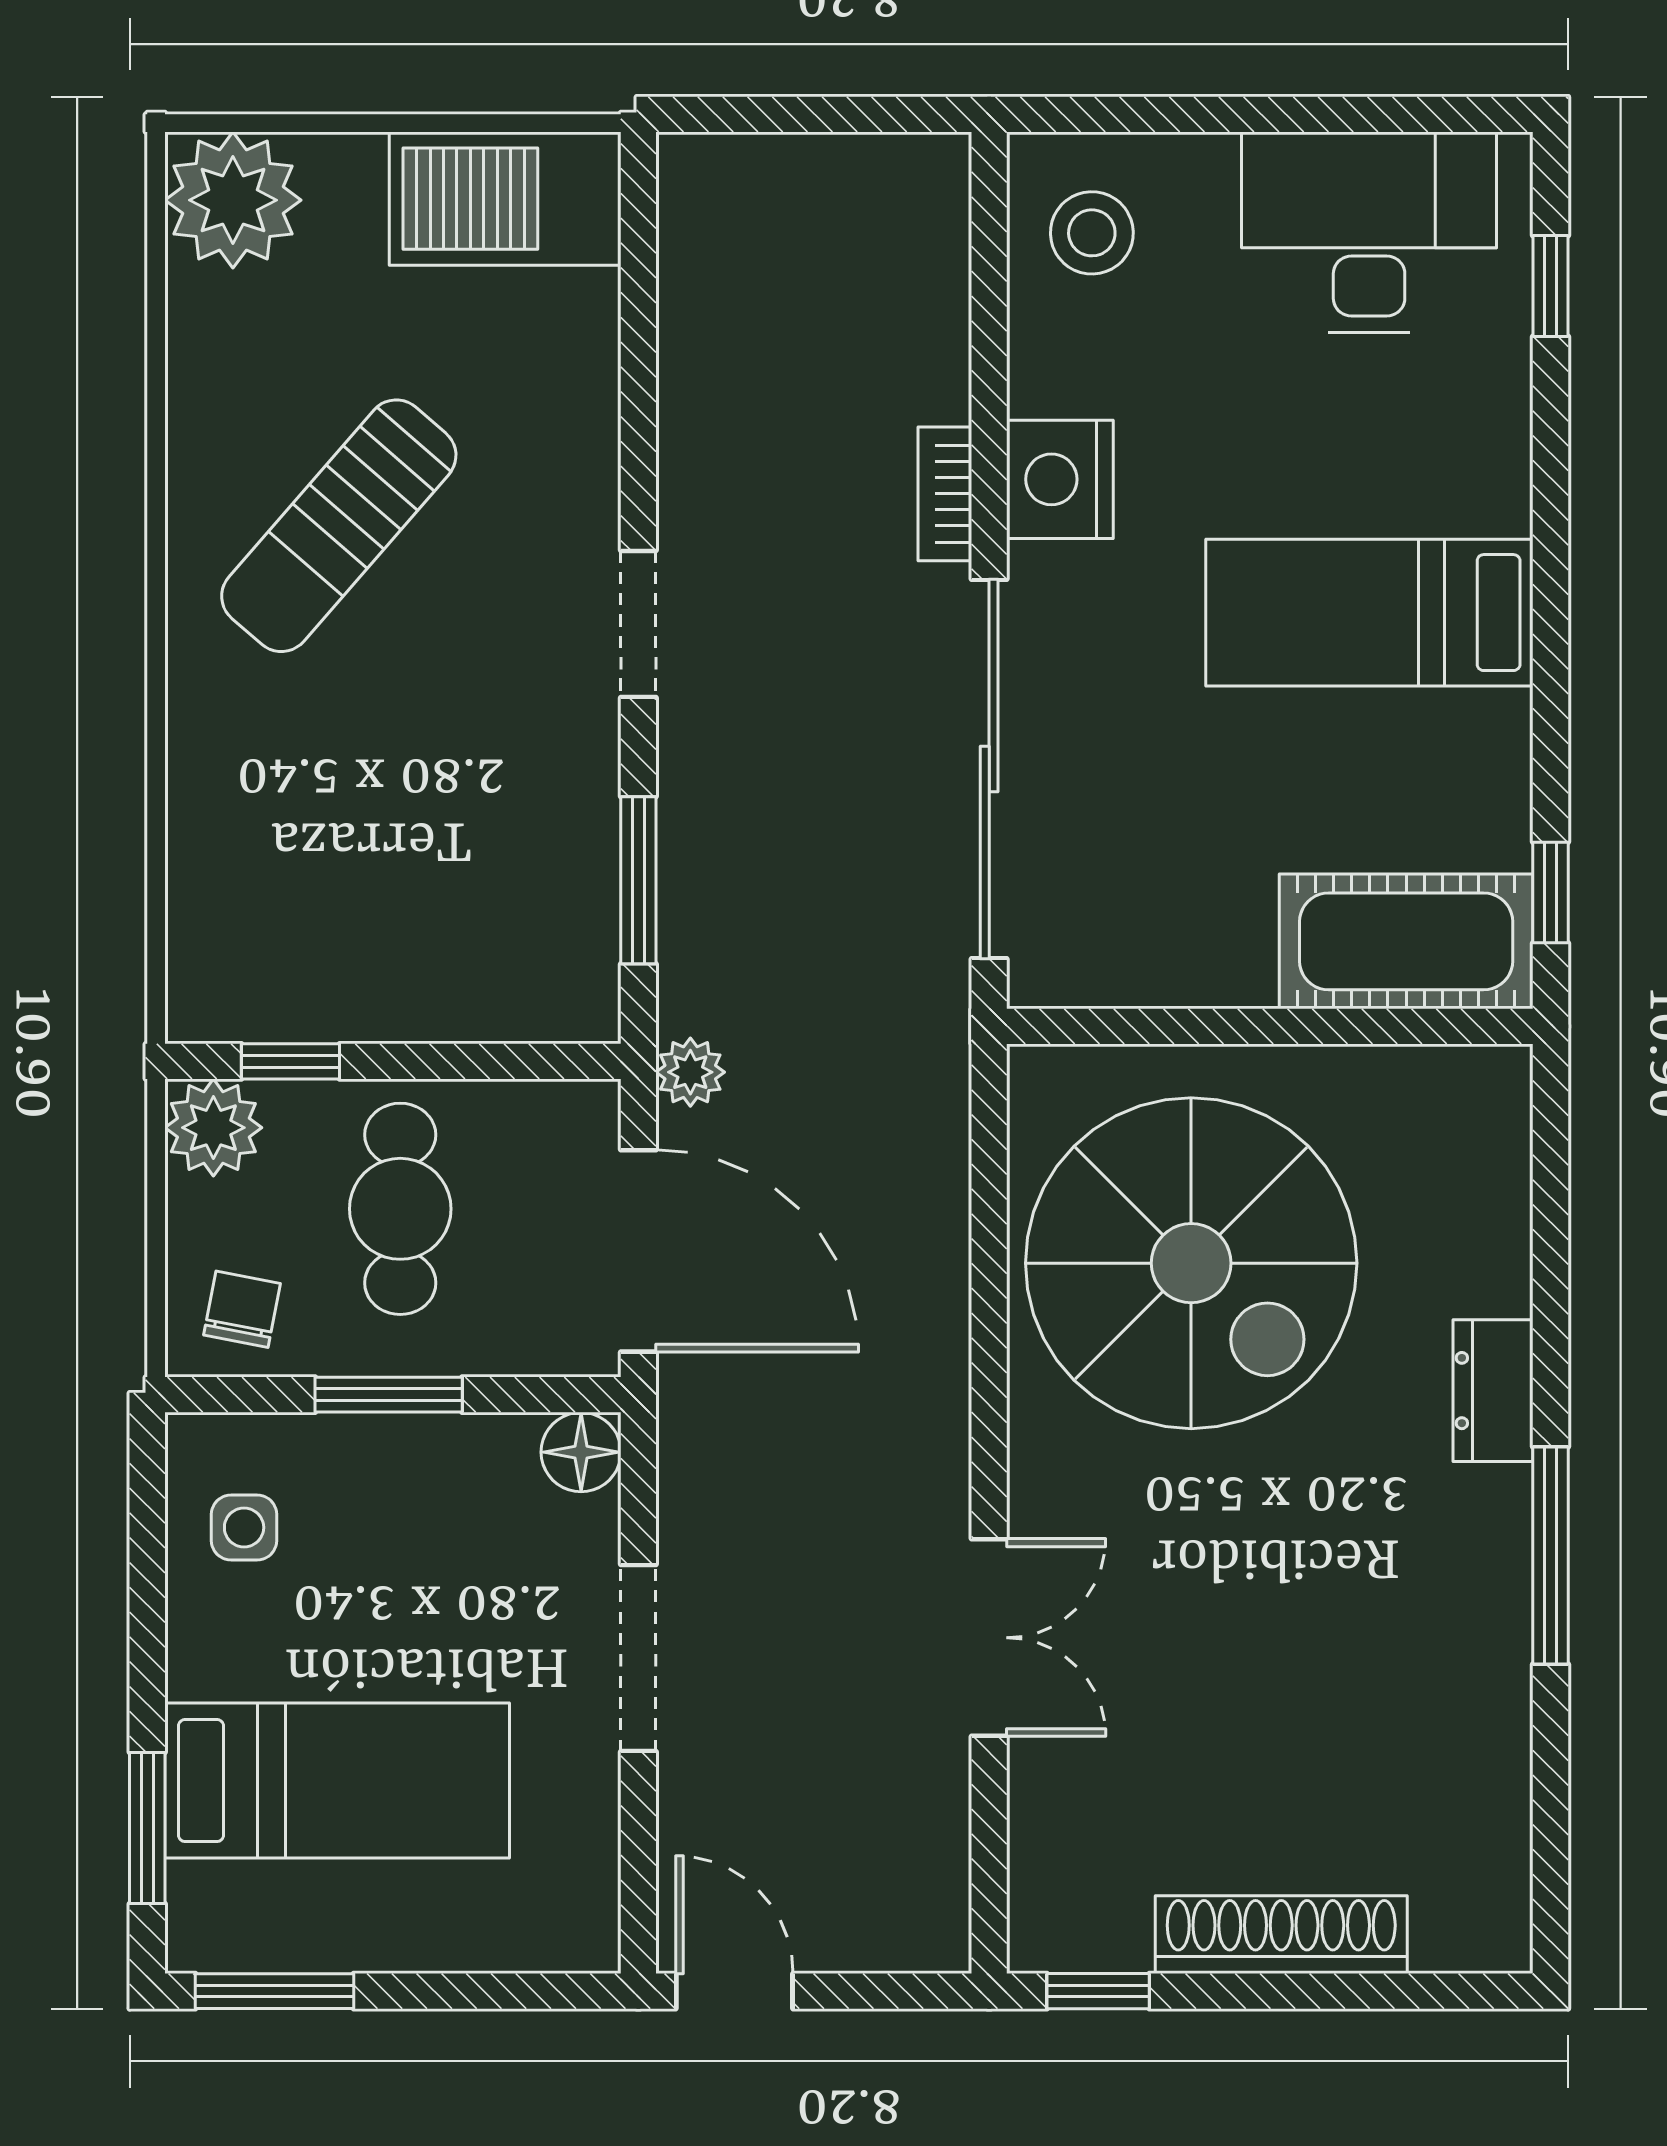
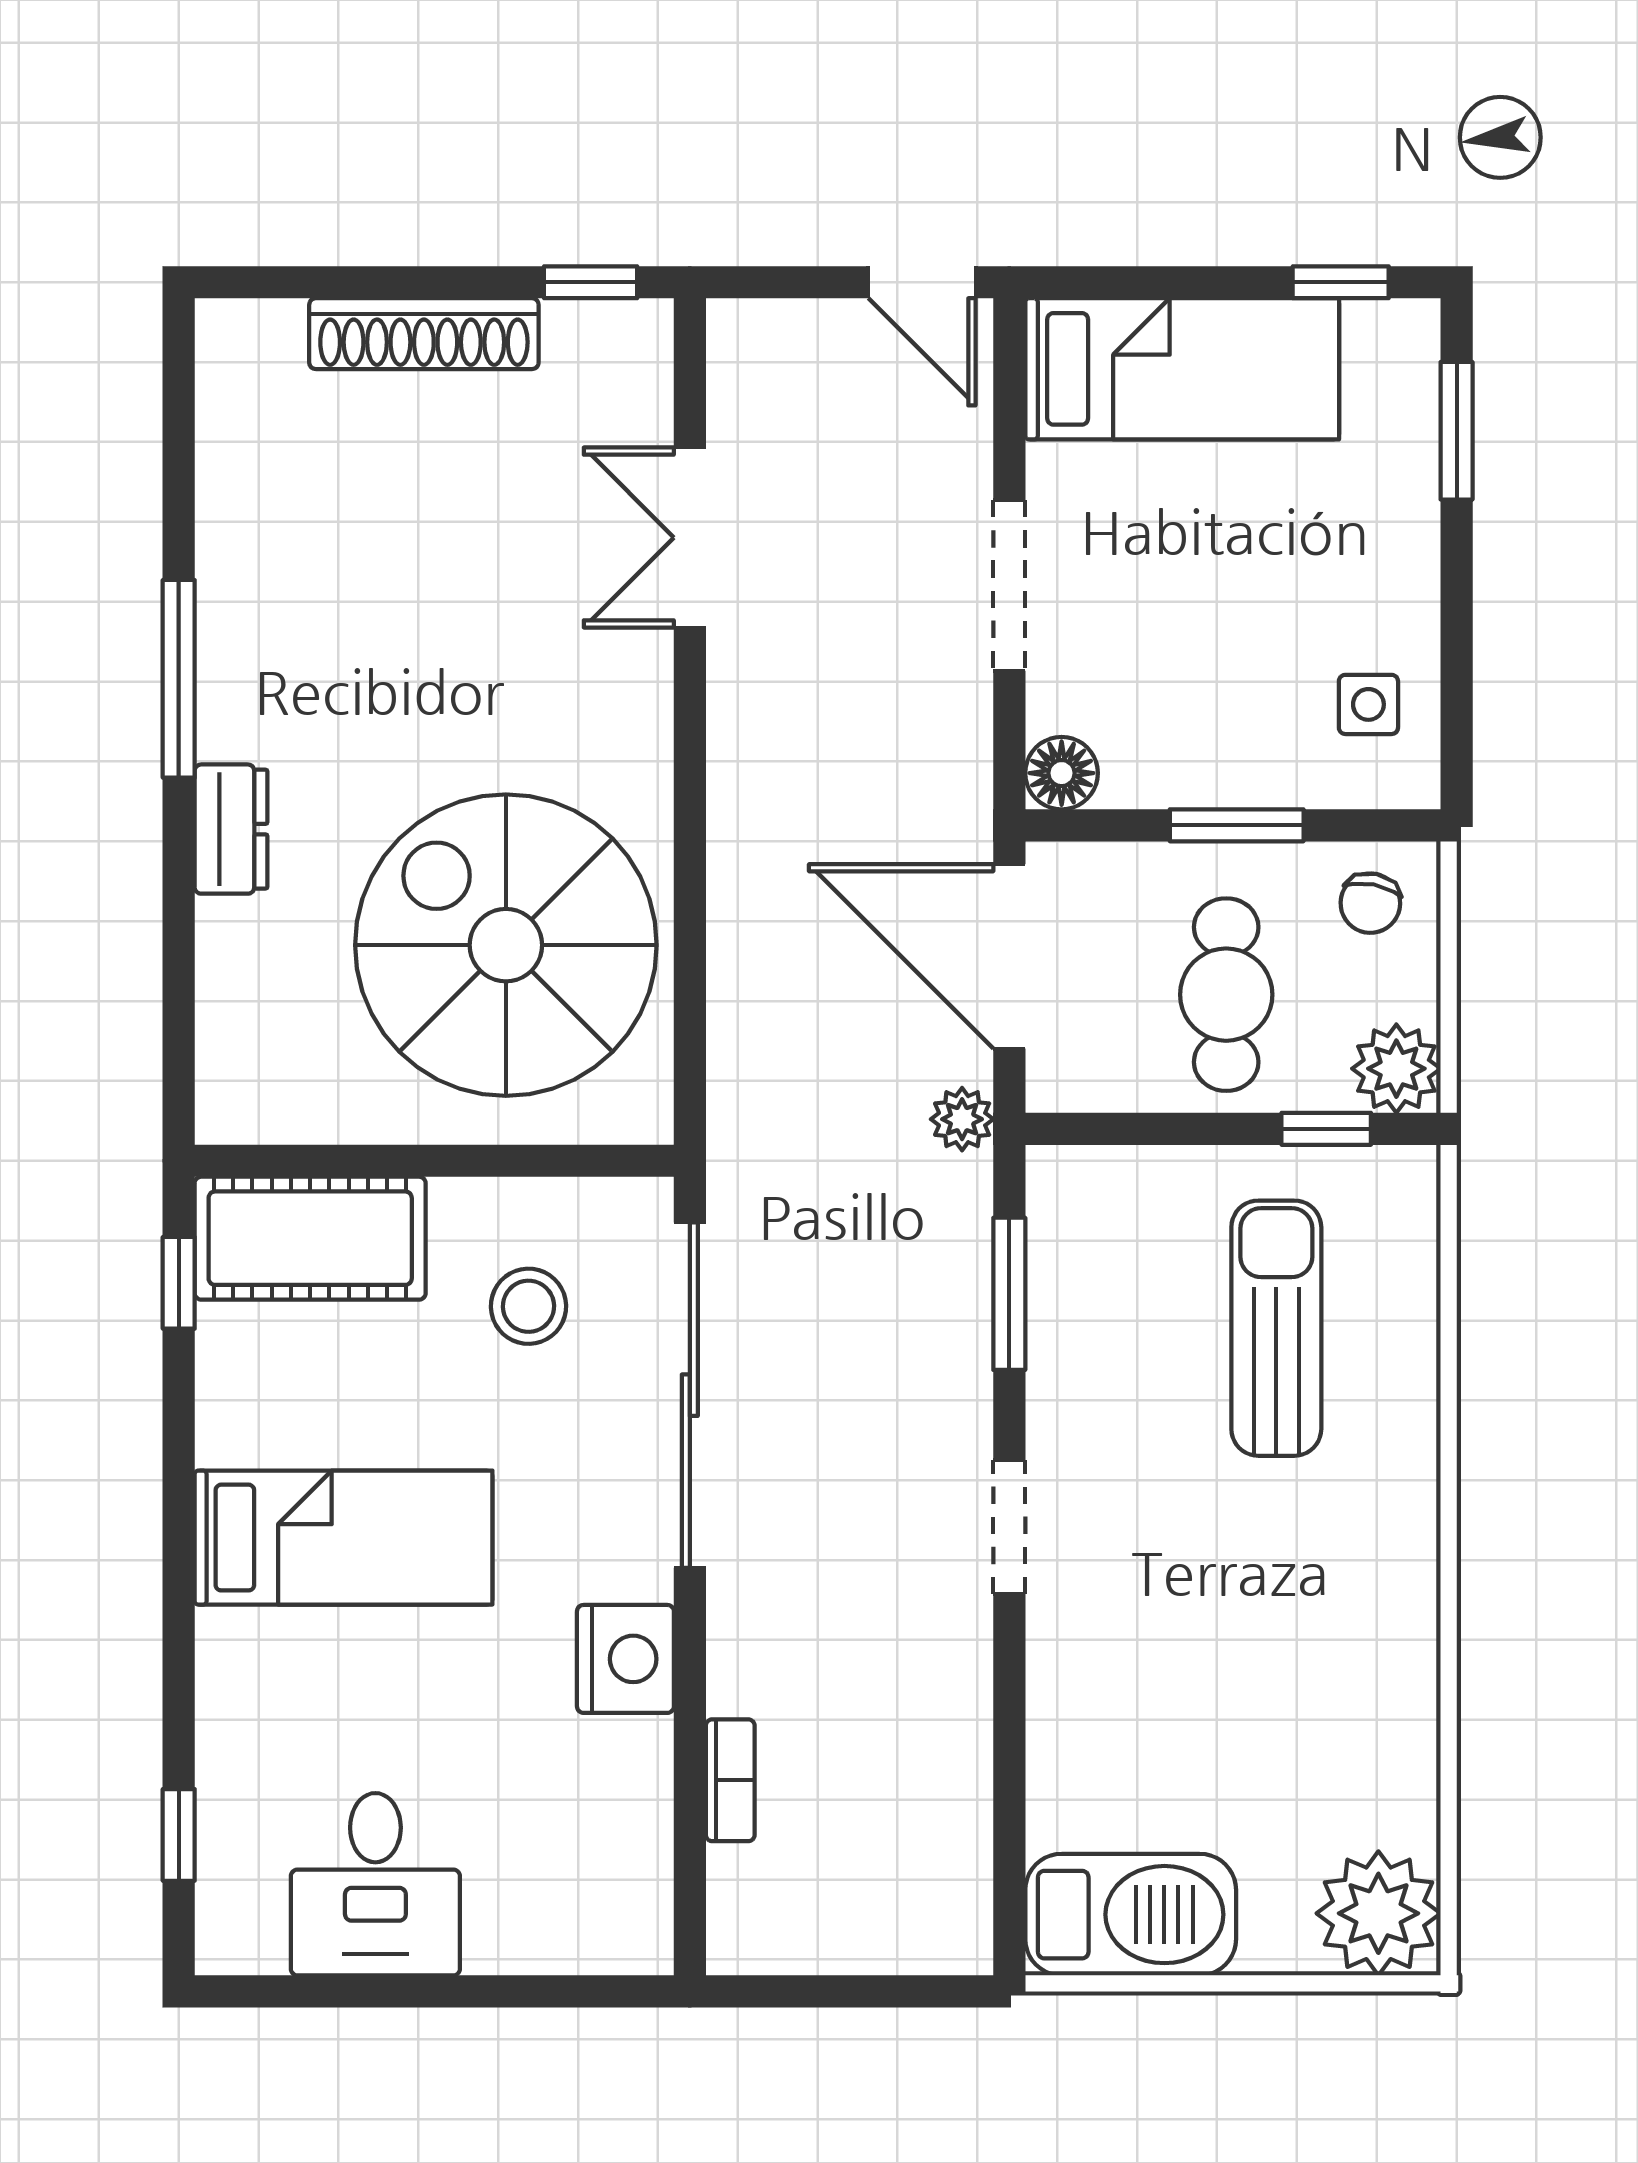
desk: (1369, 232) -> (375, 1884), width x0.73
stool: (1092, 233) -> (528, 1306), moved
bookcase: (945, 494) -> (730, 1780), moved
sun lounger: (339, 526) -> (1276, 1328), moved, turned -41
double door: (989, 1638) -> (690, 538), moved
bed: (337, 1781) -> (1182, 369), moved, turned 180
window: (275, 1991) -> (1341, 282), width x0.67

